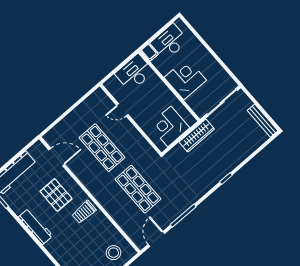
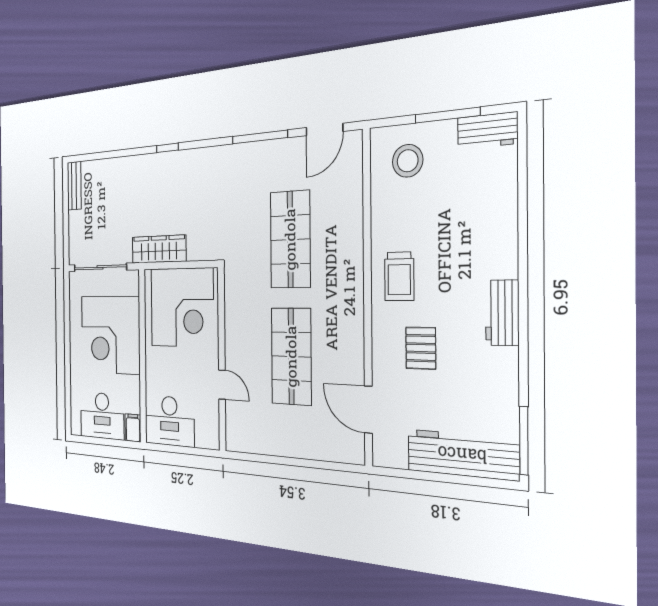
corner desk: (185, 79) -> (110, 335), width x1.36, depth x1.36
bench: (263, 121) -> (74, 186), width x0.73
corner desk: (169, 126) -> (182, 307), width x1.36, depth x1.36
pallet: (56, 195) -> (421, 348), width x0.67, depth x0.71
trolley: (84, 212) -> (399, 276), turned 90
workbench: (36, 227) -> (502, 313), width x0.73

